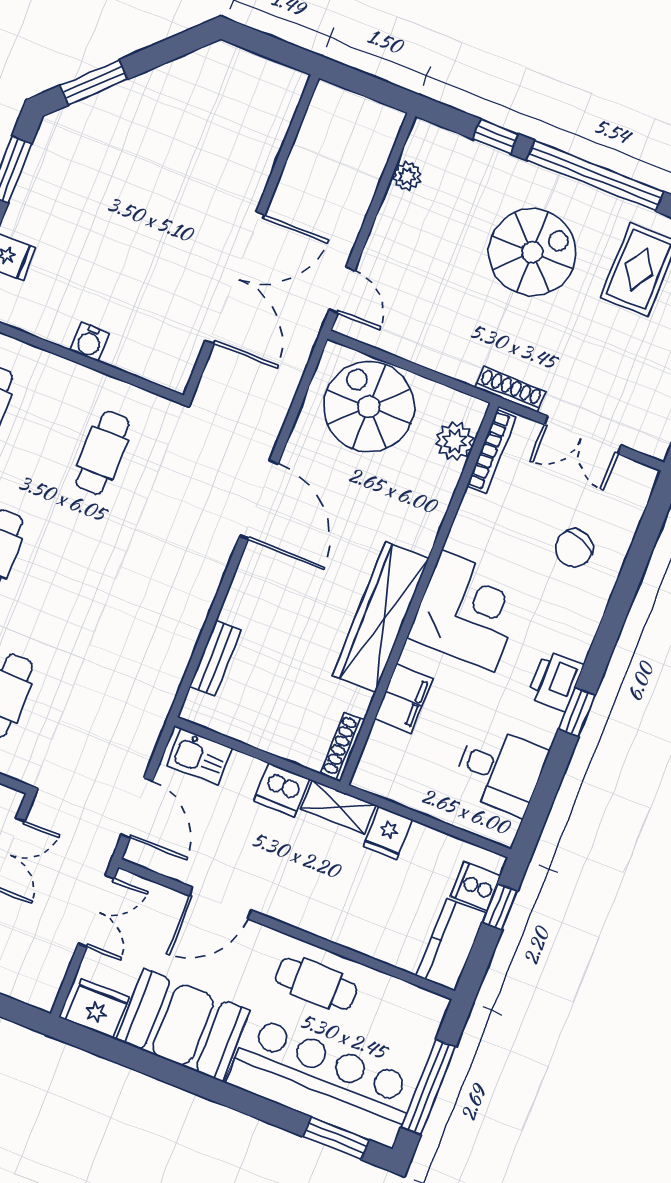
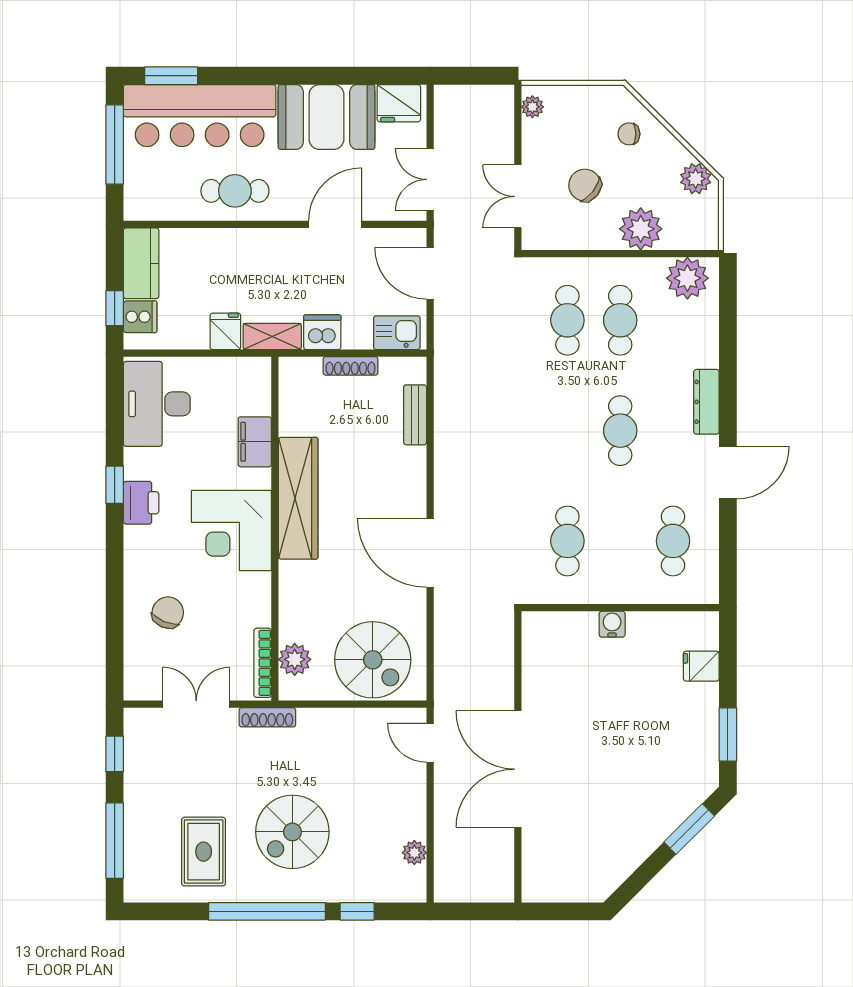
double door: (235, 278) -> (518, 769), moved
shoe rack: (343, 747) -> (351, 366), moved, turned 90
desk: (500, 770) -> (157, 404), width x1.37

